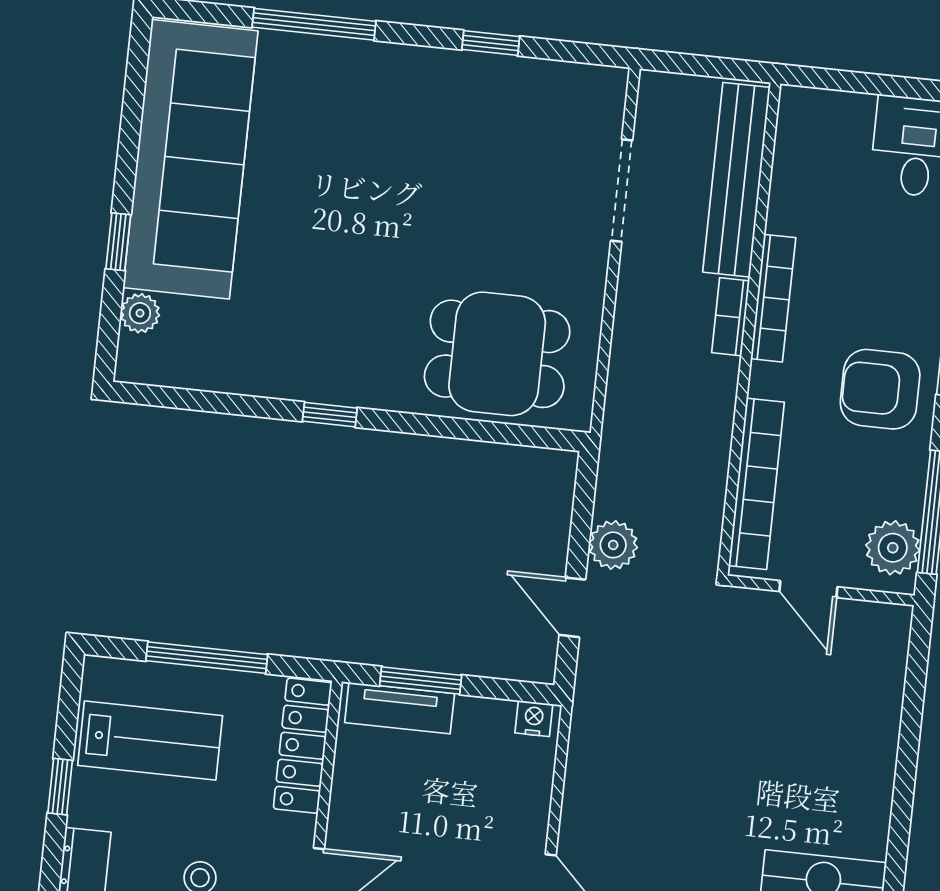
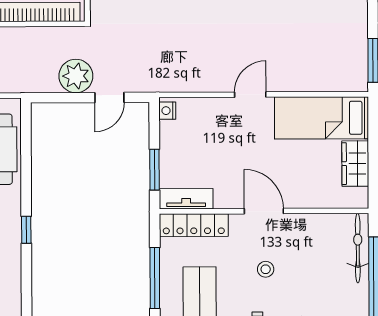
plant: (613, 545) -> (76, 76), width x1.36, depth x1.36
tv unit: (400, 708) -> (186, 199), moved, turned -90

